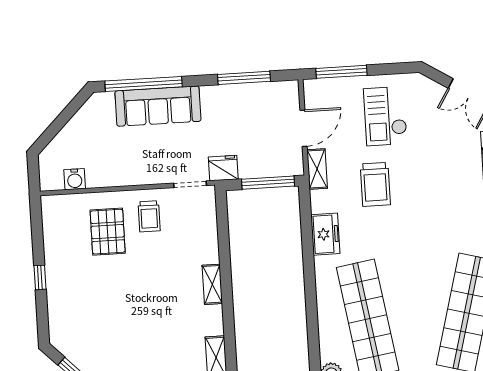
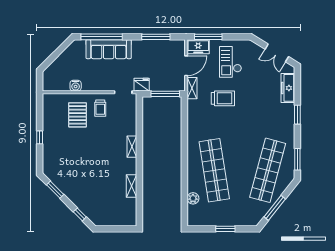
water cooler: (75, 179) -> (76, 86), moved
trolley: (375, 184) -> (223, 98), turned -90
freezer: (325, 234) -> (198, 47), moved, turned 90

